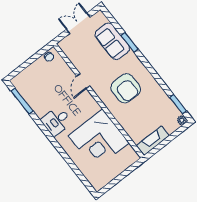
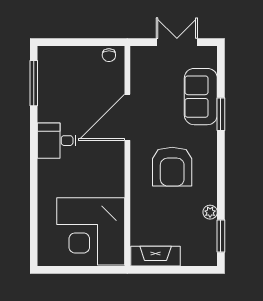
door: (83, 81) -> (127, 117), width x1.88
plant: (182, 120) -> (210, 212), moved
corner desk: (99, 139) -> (91, 231), moved

